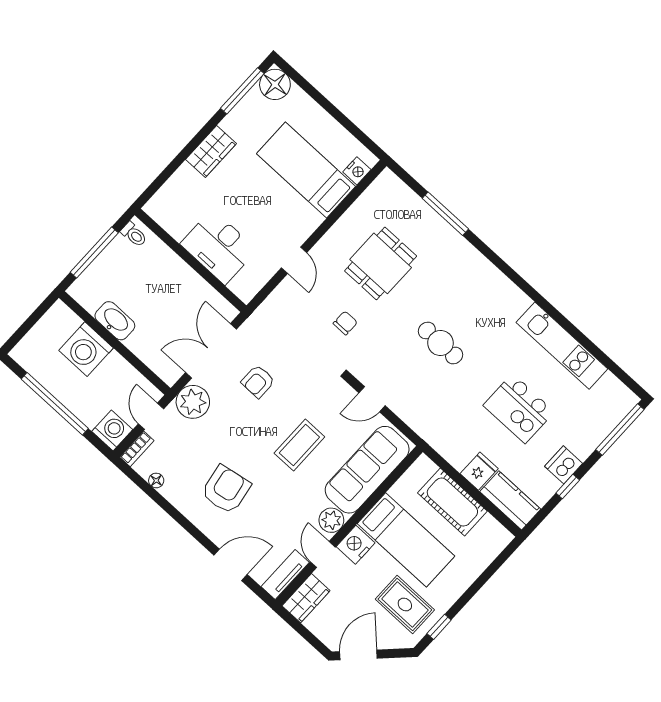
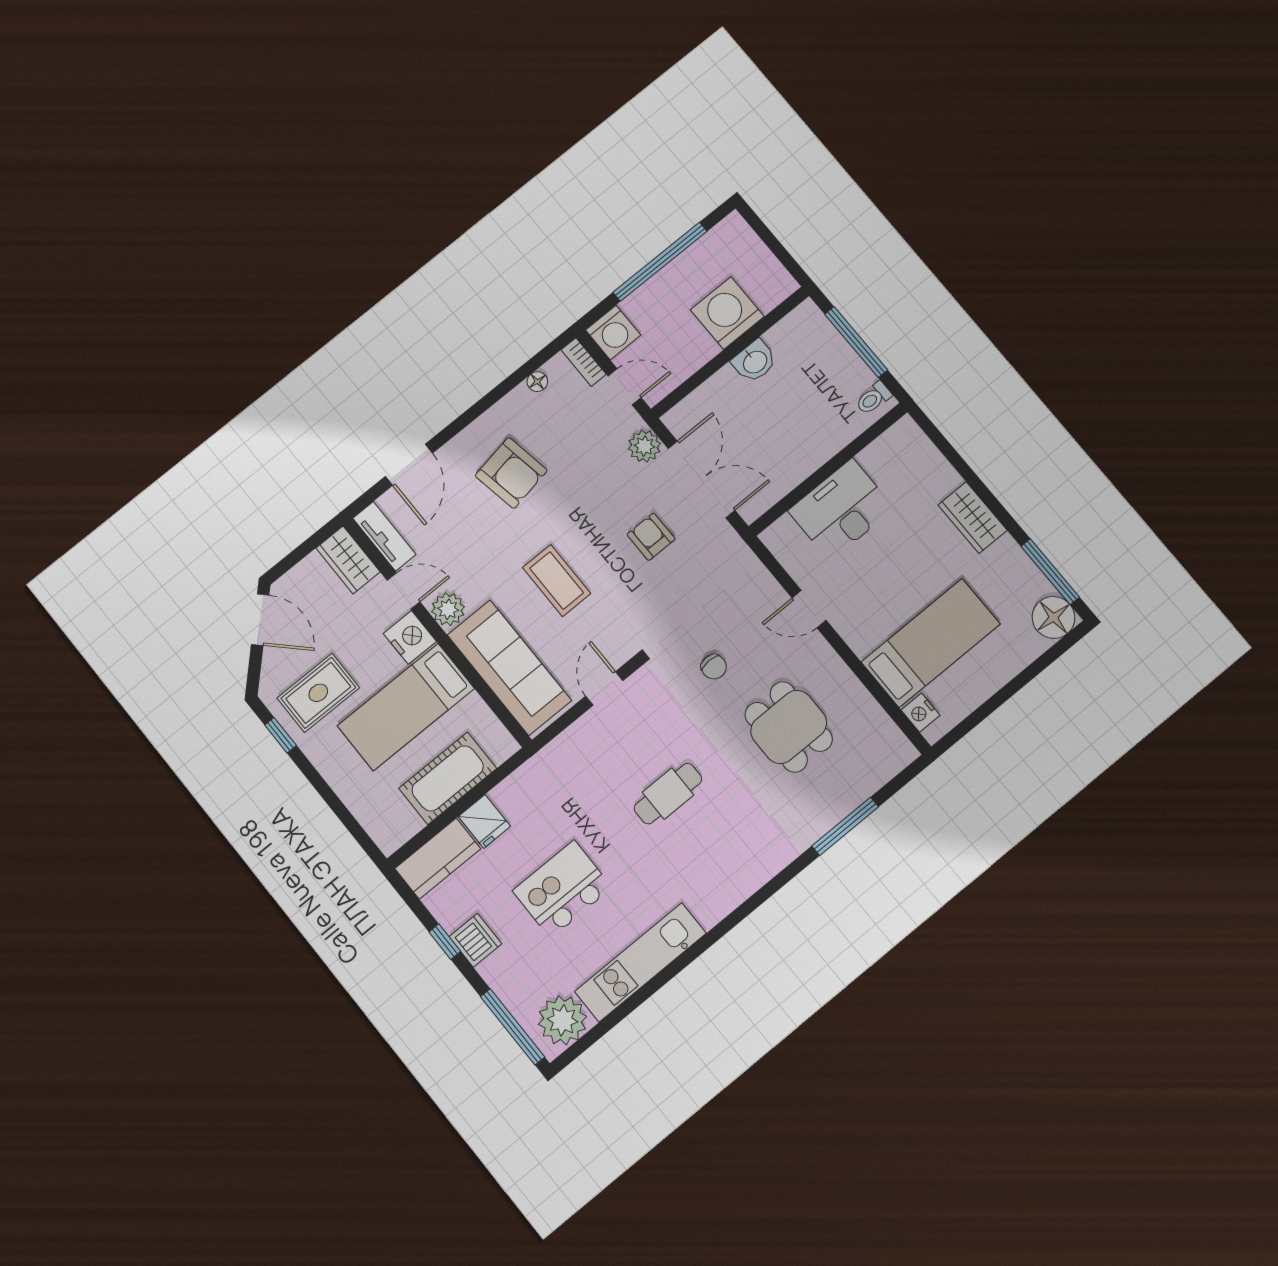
washbasin: (115, 321) -> (754, 361), width x0.72
plant: (610, 395) -> (563, 1020), added
plant: (193, 402) -> (644, 446), width x0.73, depth x0.73

